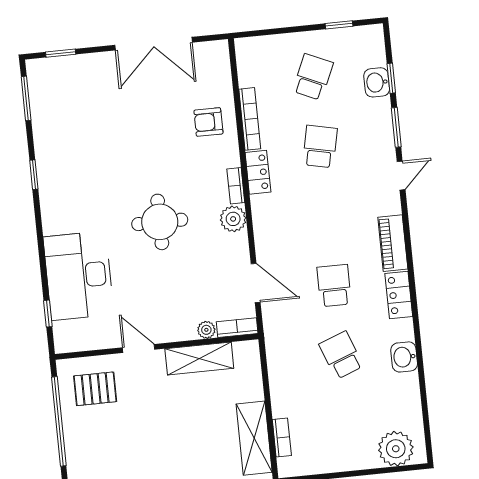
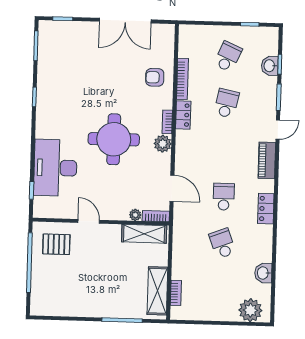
round table: (160, 222) -> (114, 139), width x1.36, depth x1.36
piano: (393, 243) -> (267, 160), moved
washbasin: (404, 357) -> (263, 273), moved
shelving: (199, 359) -> (144, 234), moved

